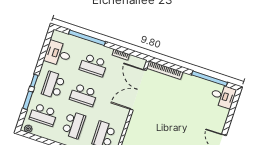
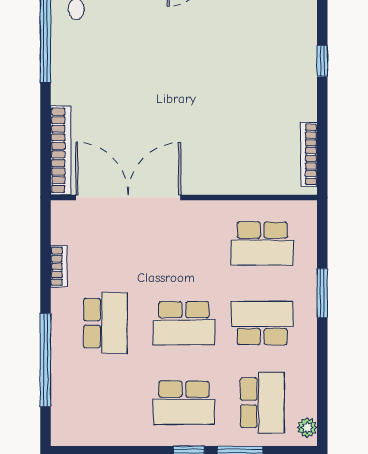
desk: (58, 54) -> (106, 416), removed
double door: (138, 90) -> (128, 197), swing flipped
school desk: (84, 95) -> (184, 323), turned 90

